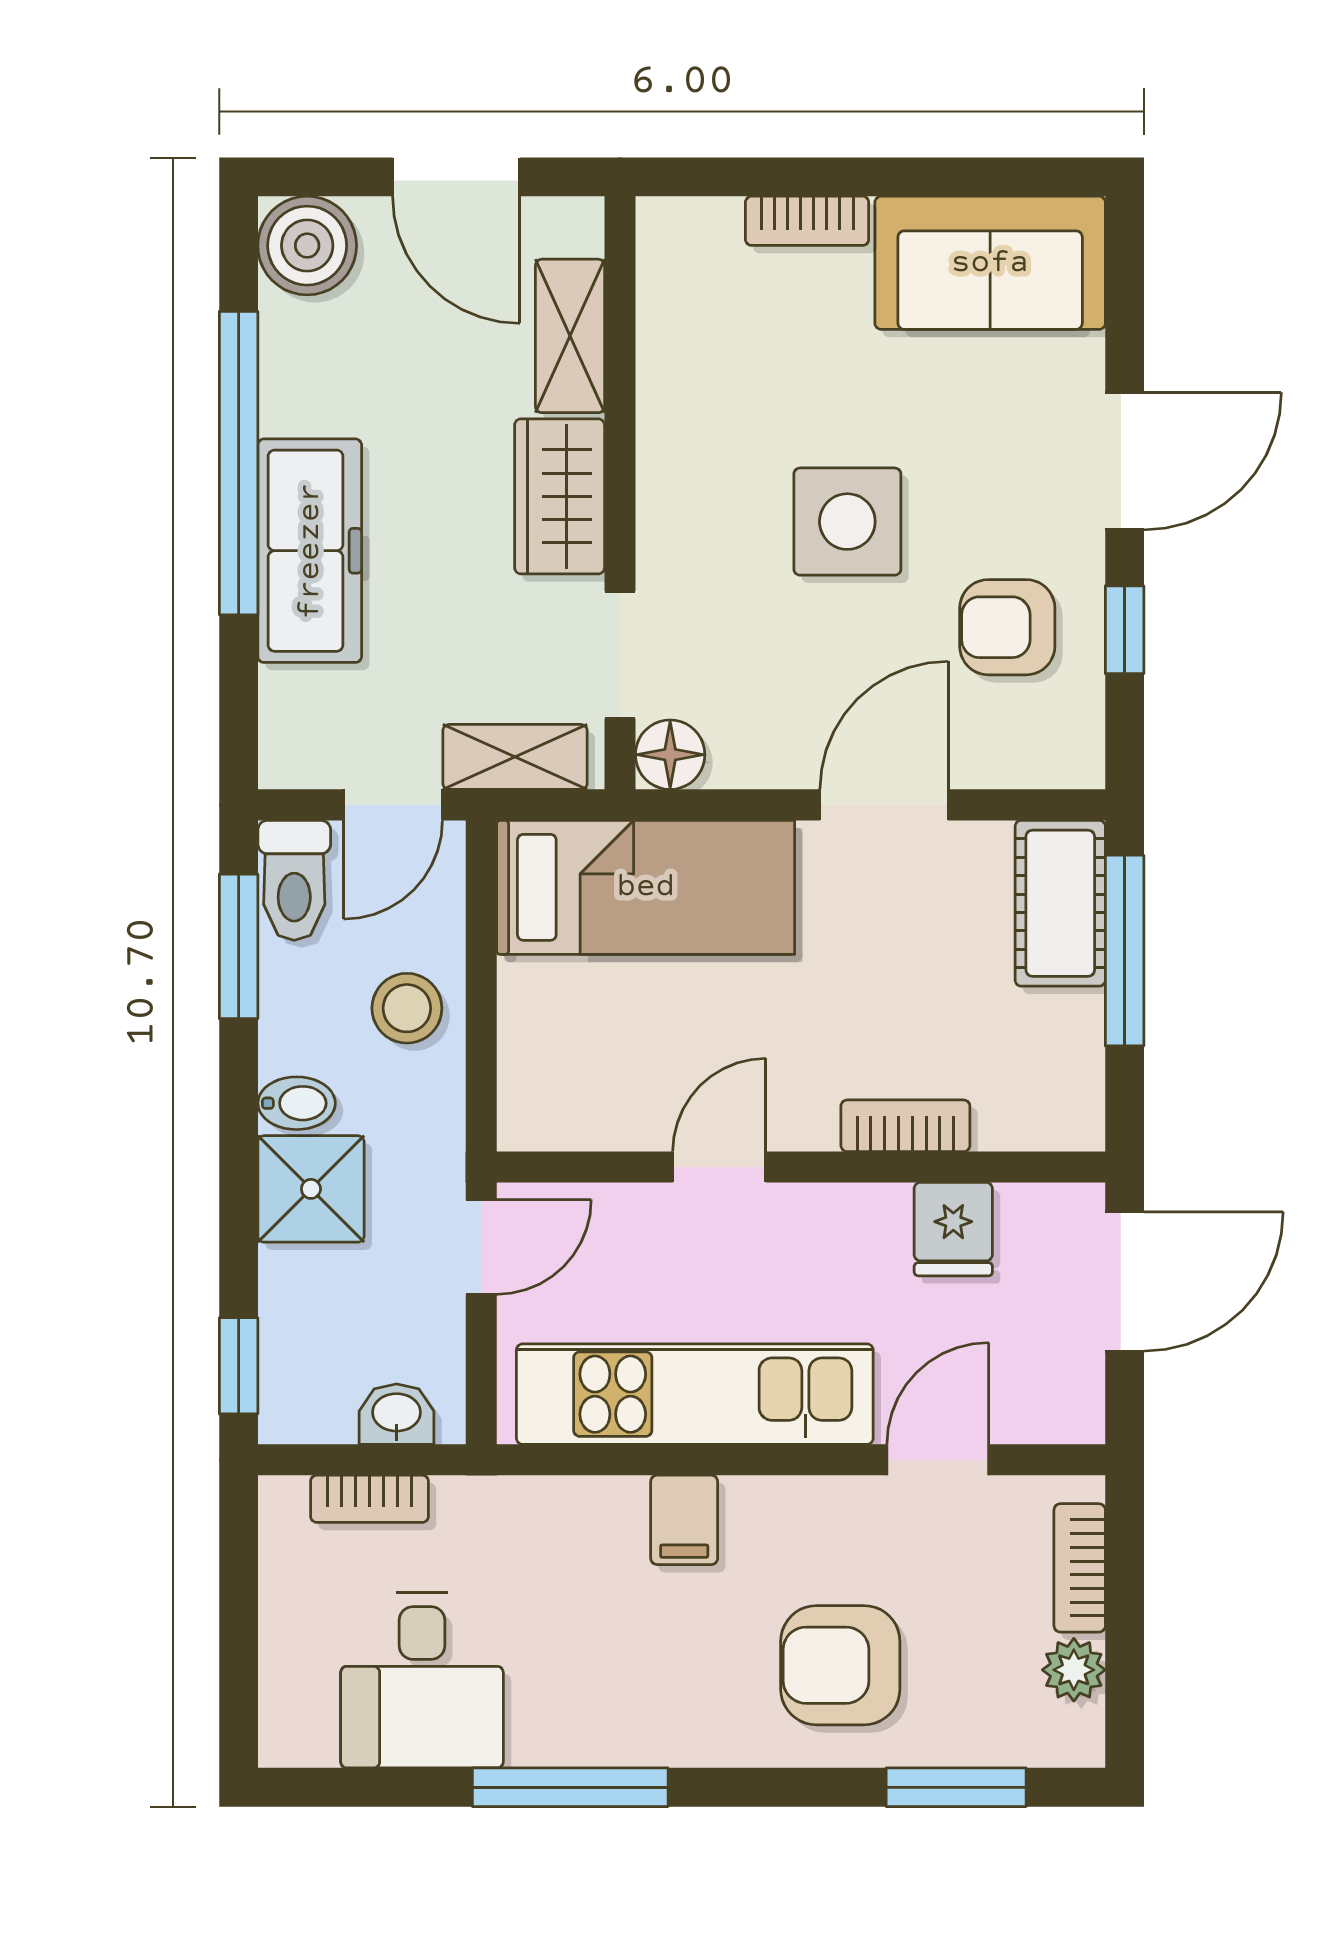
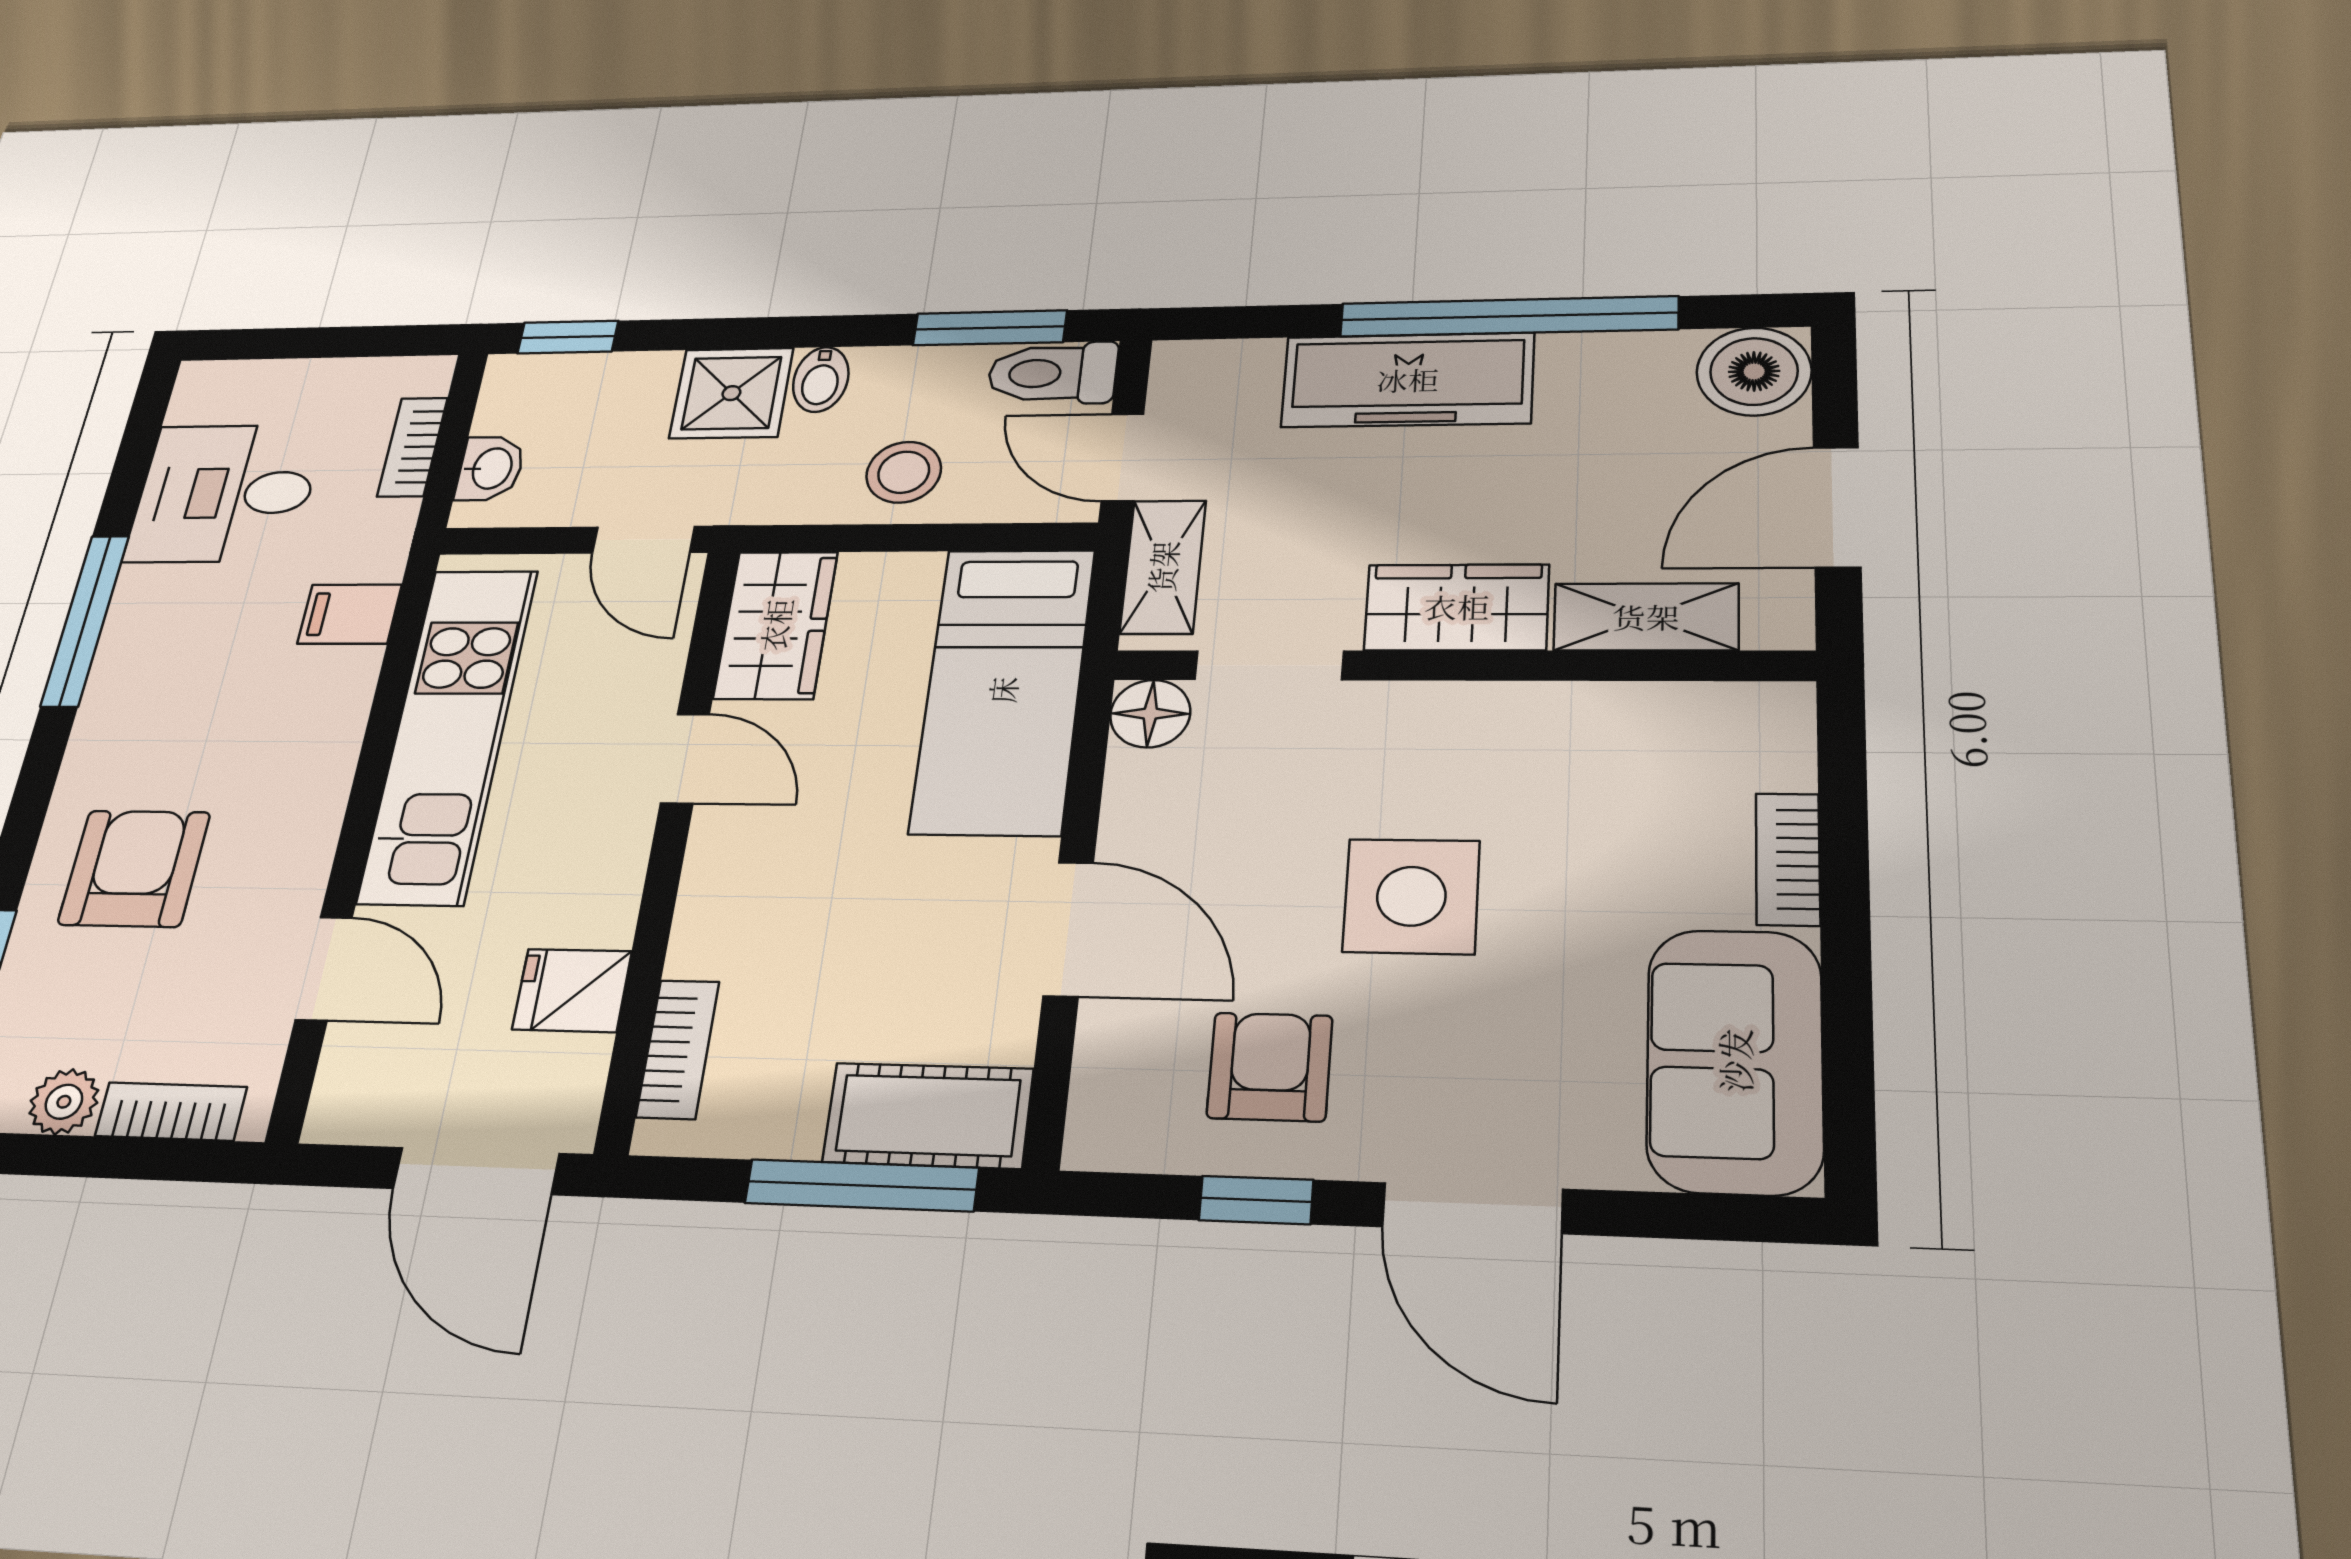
wardrobe: (577, 1105) -> (776, 625), added
bookcase: (905, 1126) -> (678, 1049), moved
filing cabinet: (684, 1520) -> (350, 614), moved

